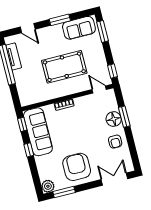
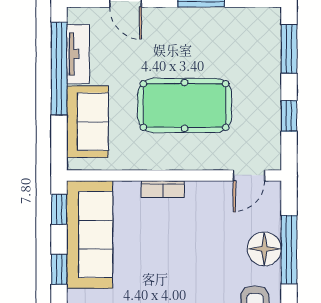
sofa: (79, 28) -> (87, 122), moved, turned -90
window: (113, 71) -> (289, 116), moved
door: (99, 90) -> (249, 175), swing flipped
window: (124, 117) -> (289, 250), width x1.44

